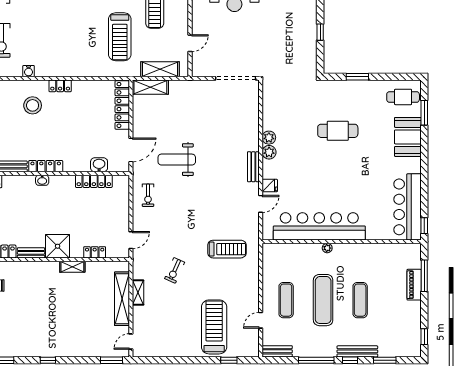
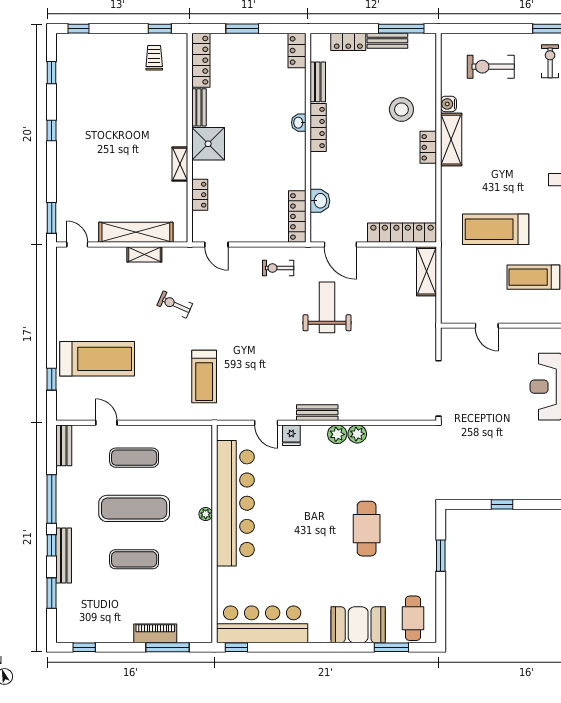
shelving: (160, 69) -> (451, 140), moved
locker: (94, 181) -> (297, 216), moved

